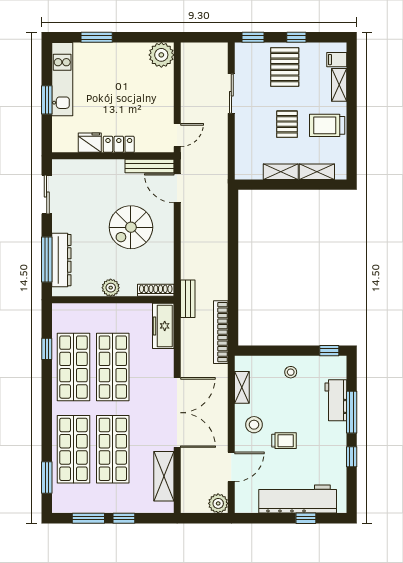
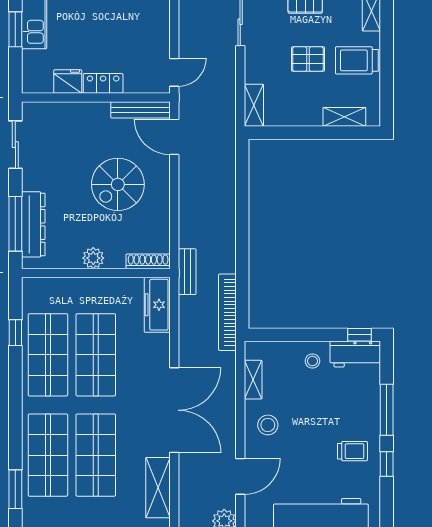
pallet: (287, 124) -> (308, 59), turned 90
shelving: (281, 172) -> (254, 105), moved, turned 90
workbench: (336, 400) -> (355, 354), moved, turned -90
trolley: (284, 441) -> (352, 451), moved

